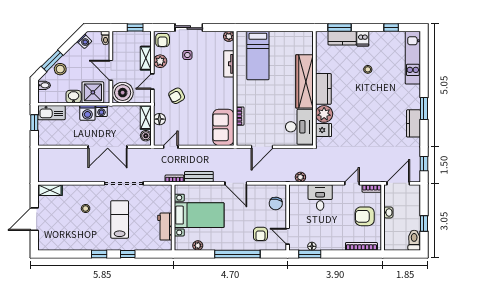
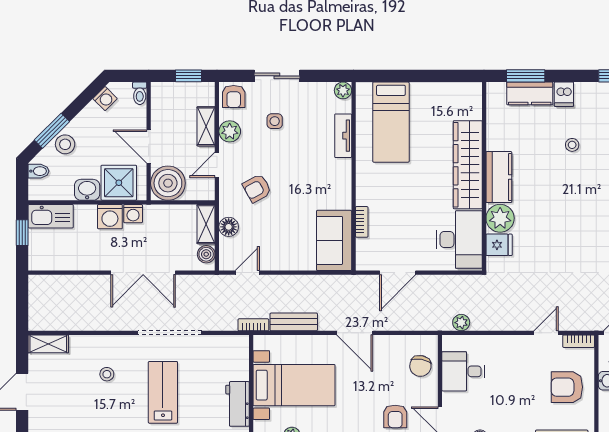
desk: (320, 198) -> (463, 371), moved, turned -90

